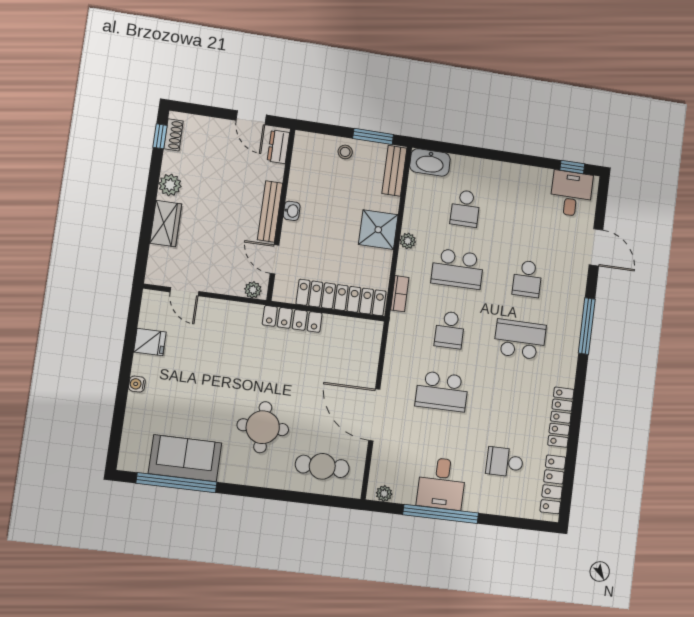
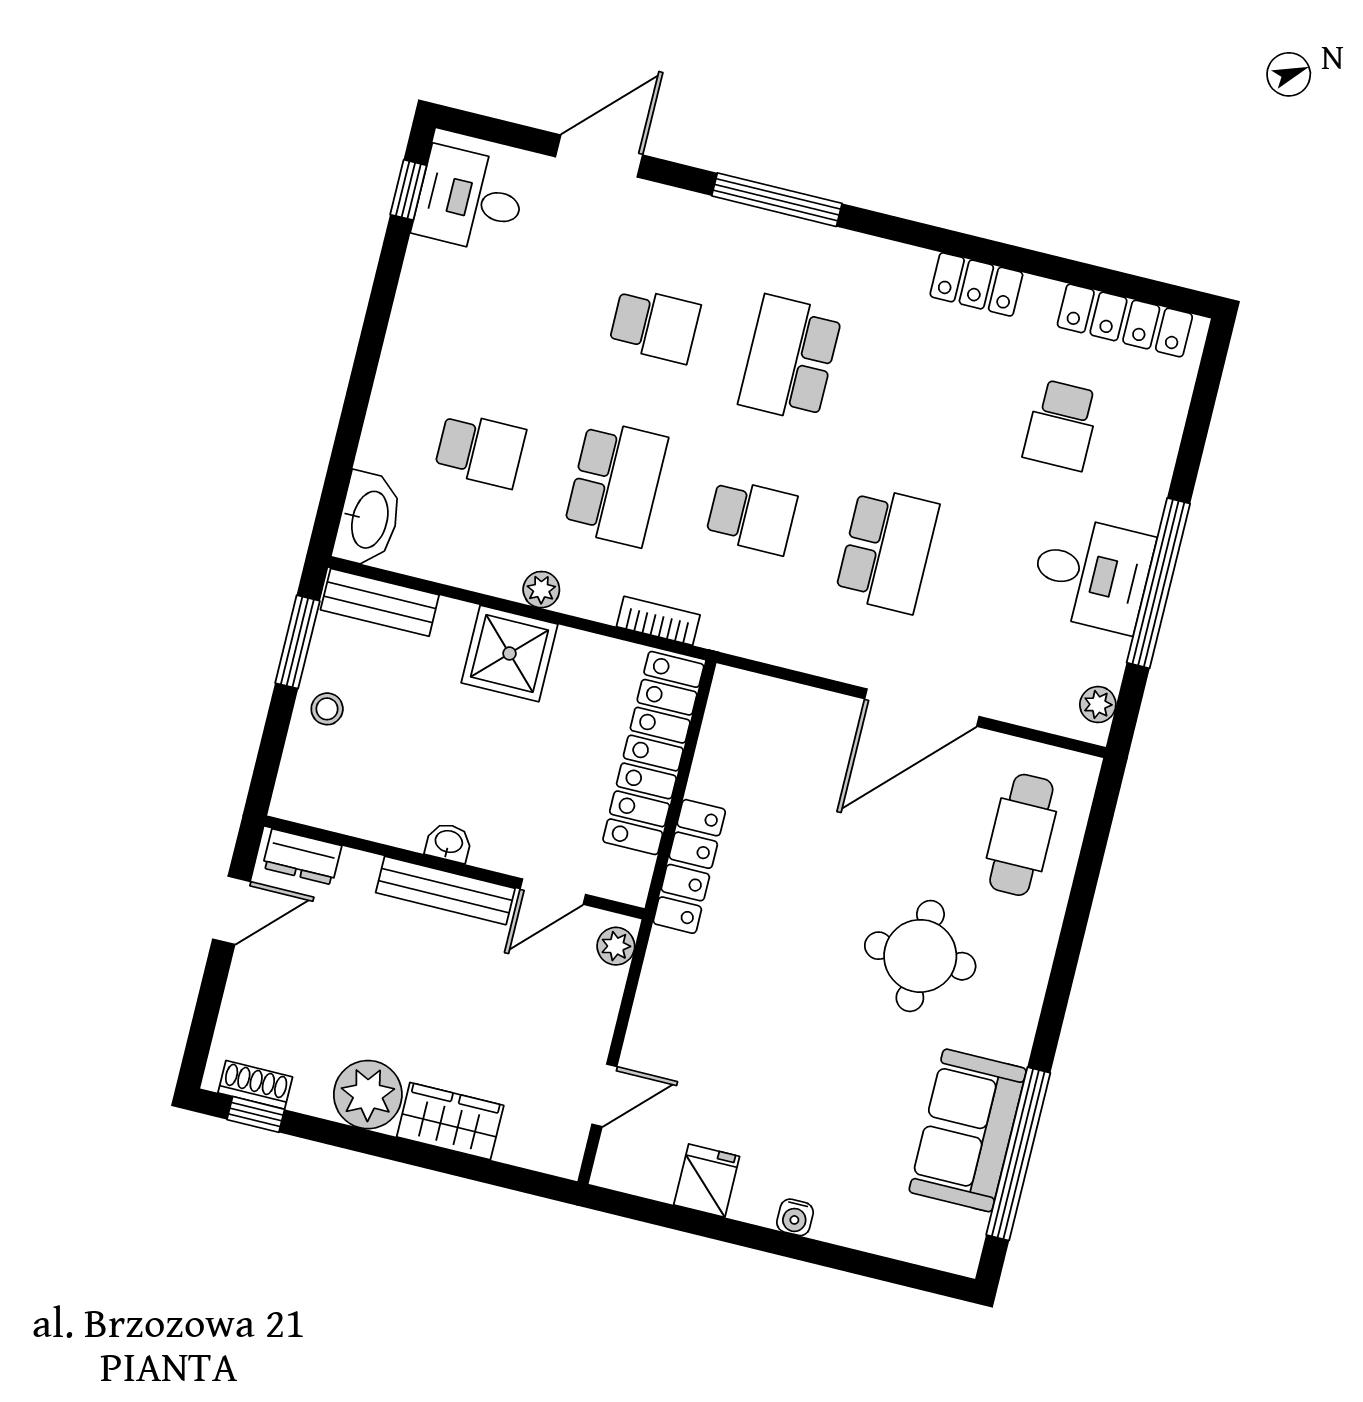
plant: (170, 185) -> (368, 1095), width x1.36, depth x1.36
locker: (561, 417) -> (976, 284), width x0.66

